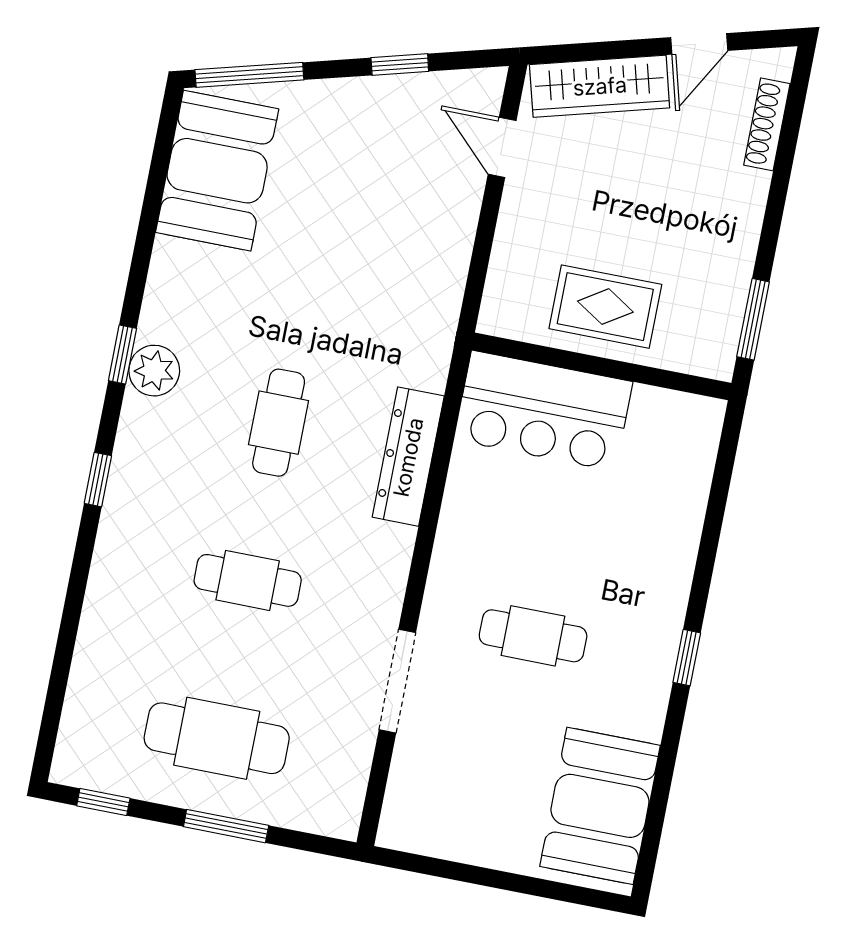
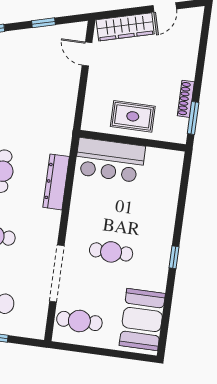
shoe rack: (767, 124) -> (186, 99), moved
doorway: (397, 681) -> (57, 274), width x1.36
cafe table: (446, 801) -> (79, 321), added

